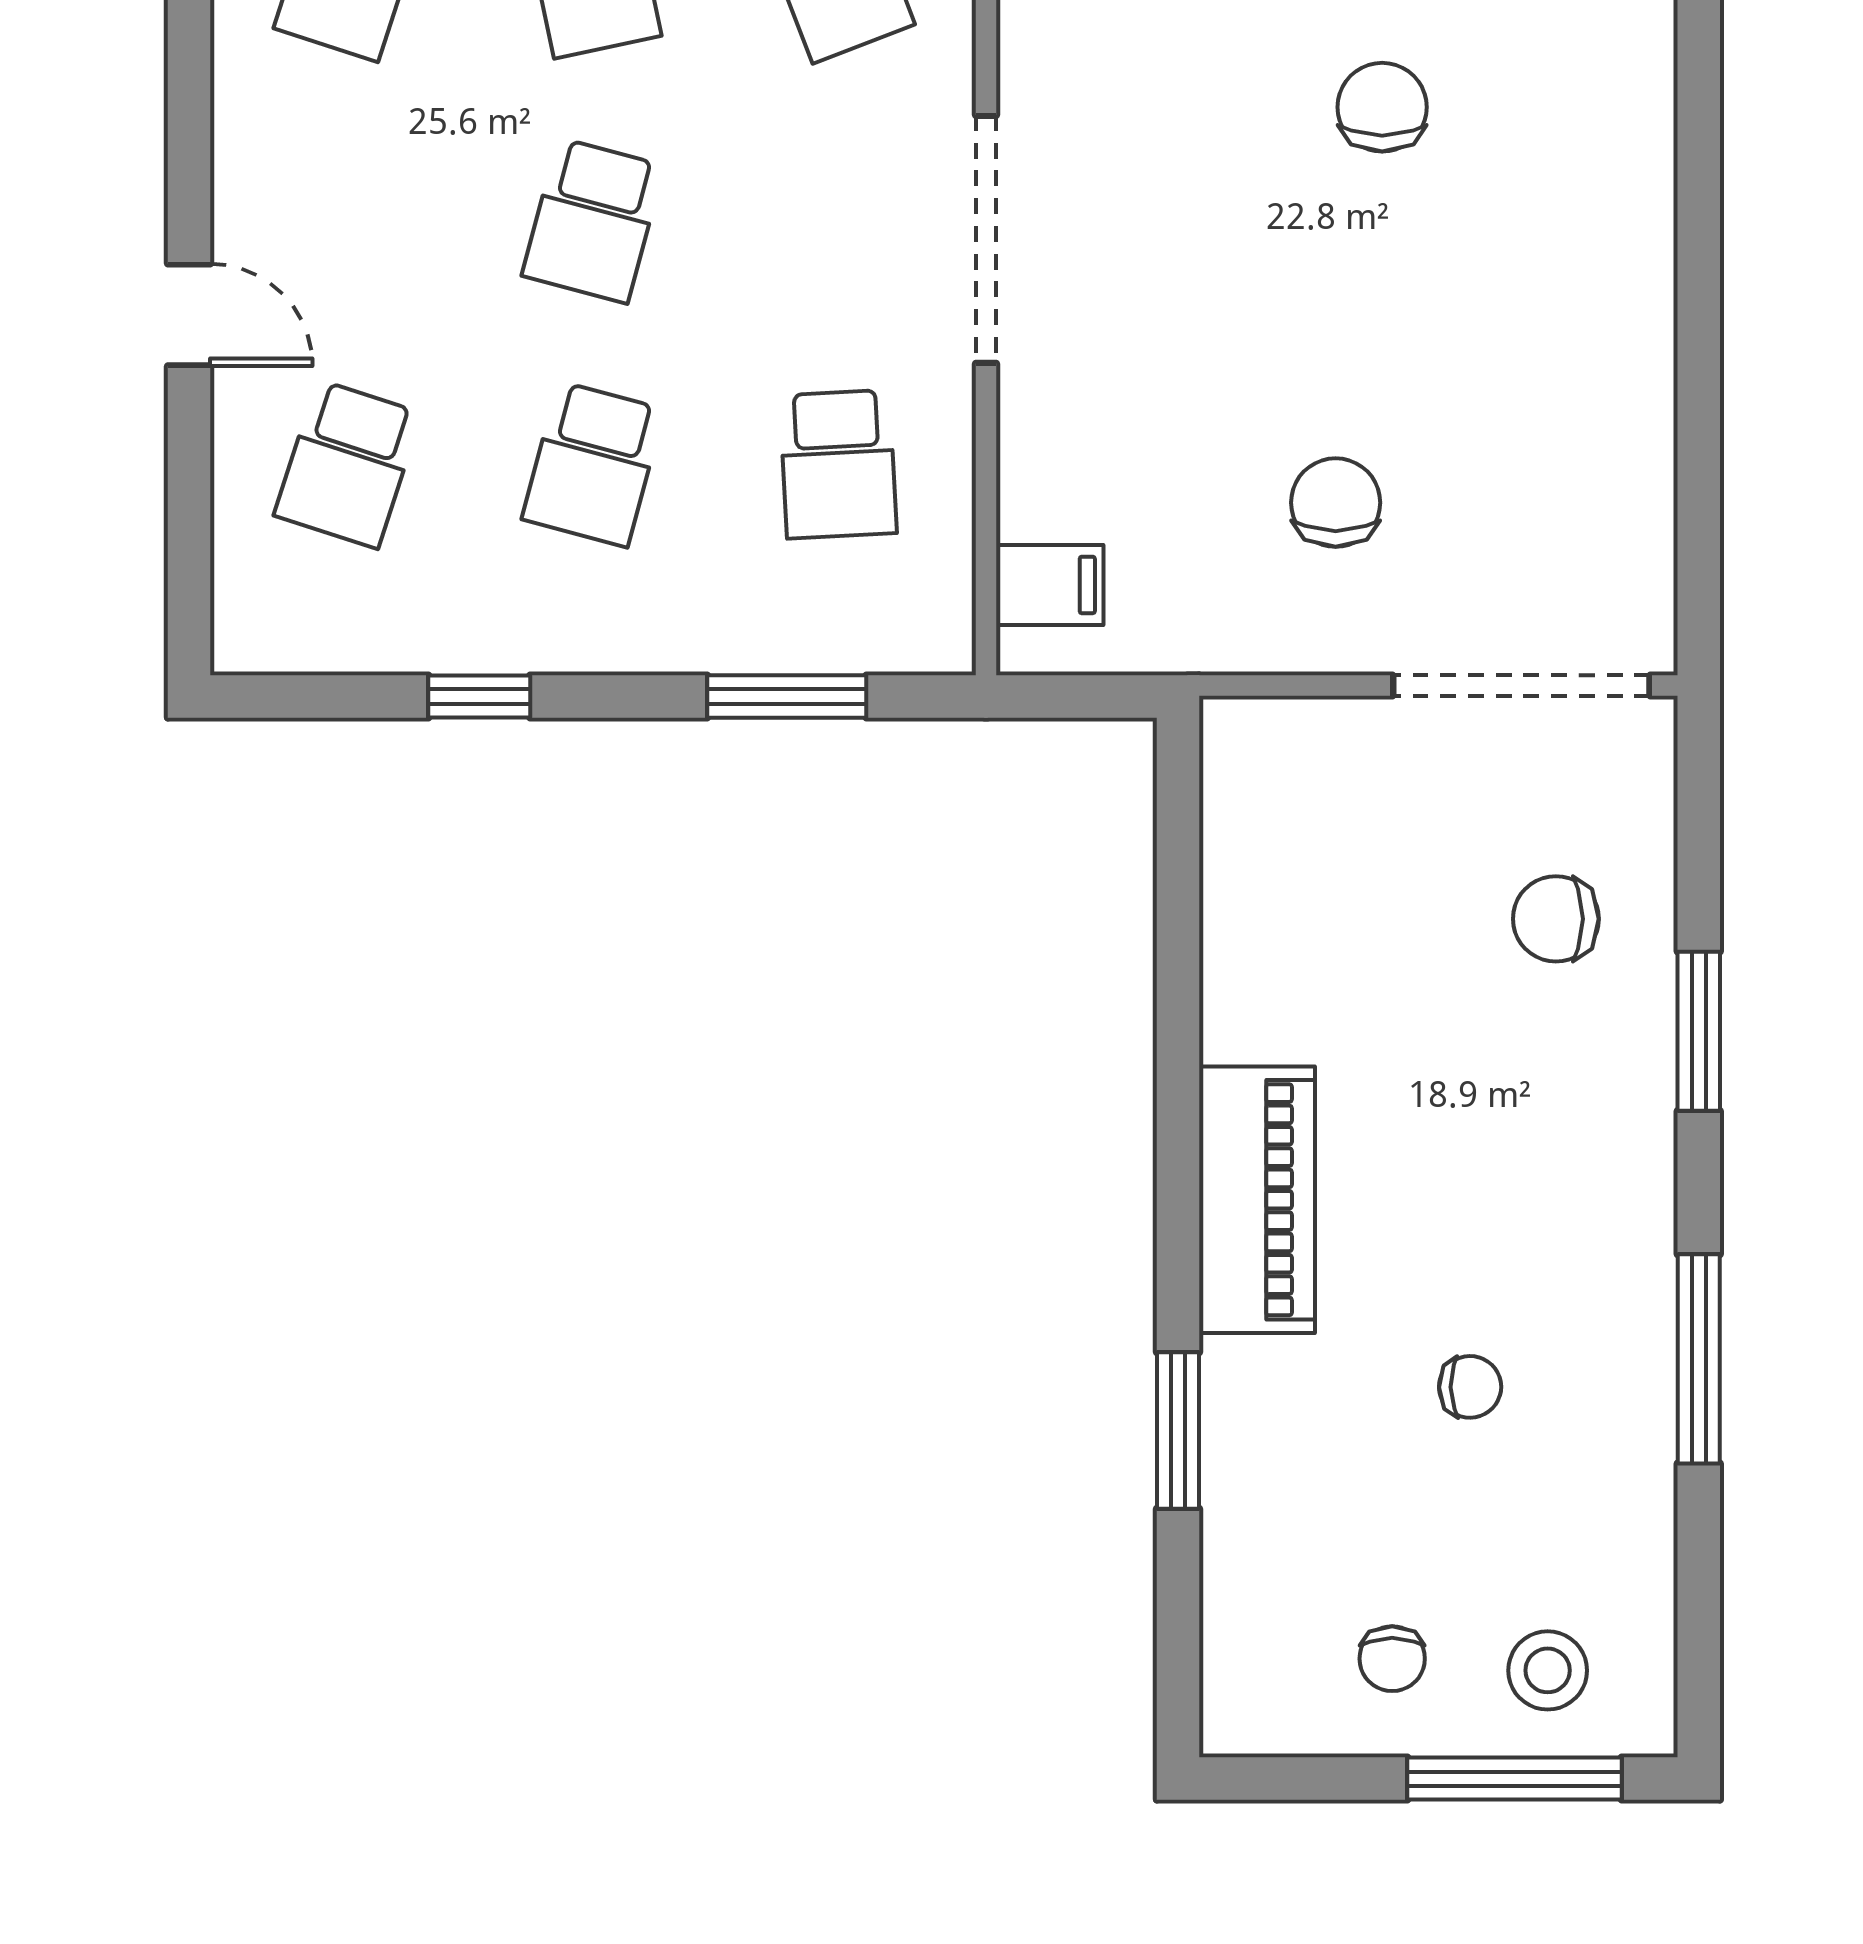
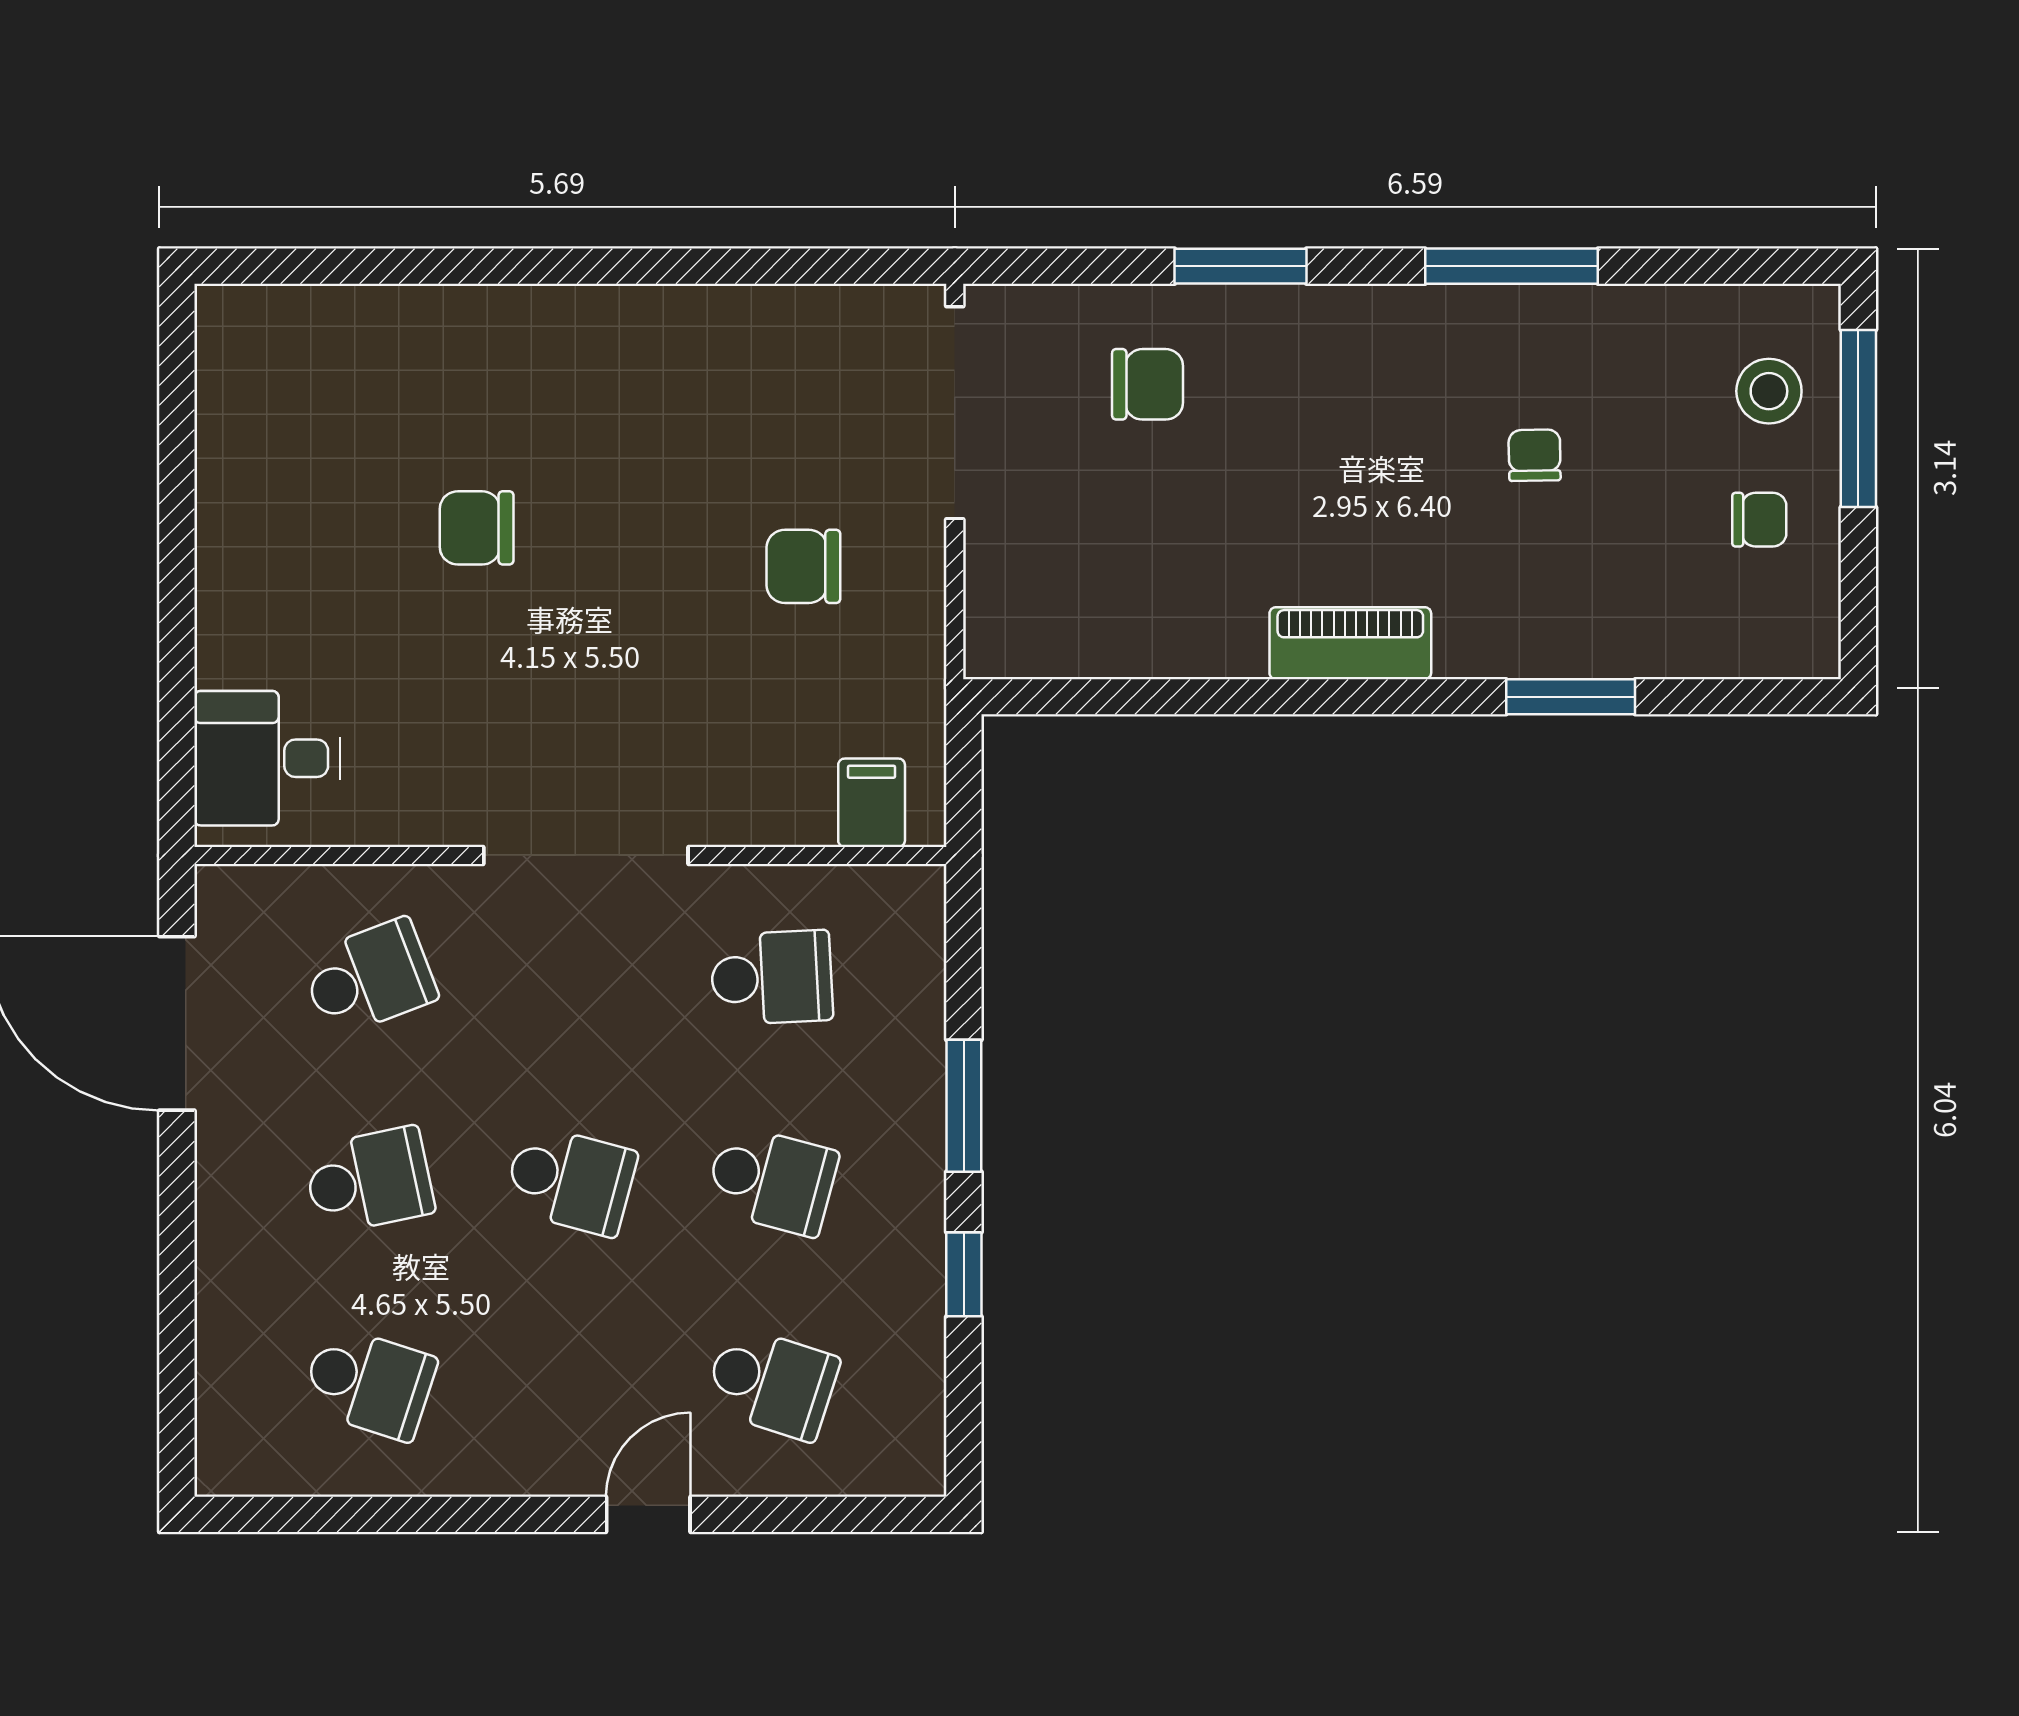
window: (787, 697) -> (964, 1106), moved
chair: (1556, 919) -> (1148, 384), turned -90
piano: (1257, 1200) -> (1350, 643), width x0.73, depth x0.75

